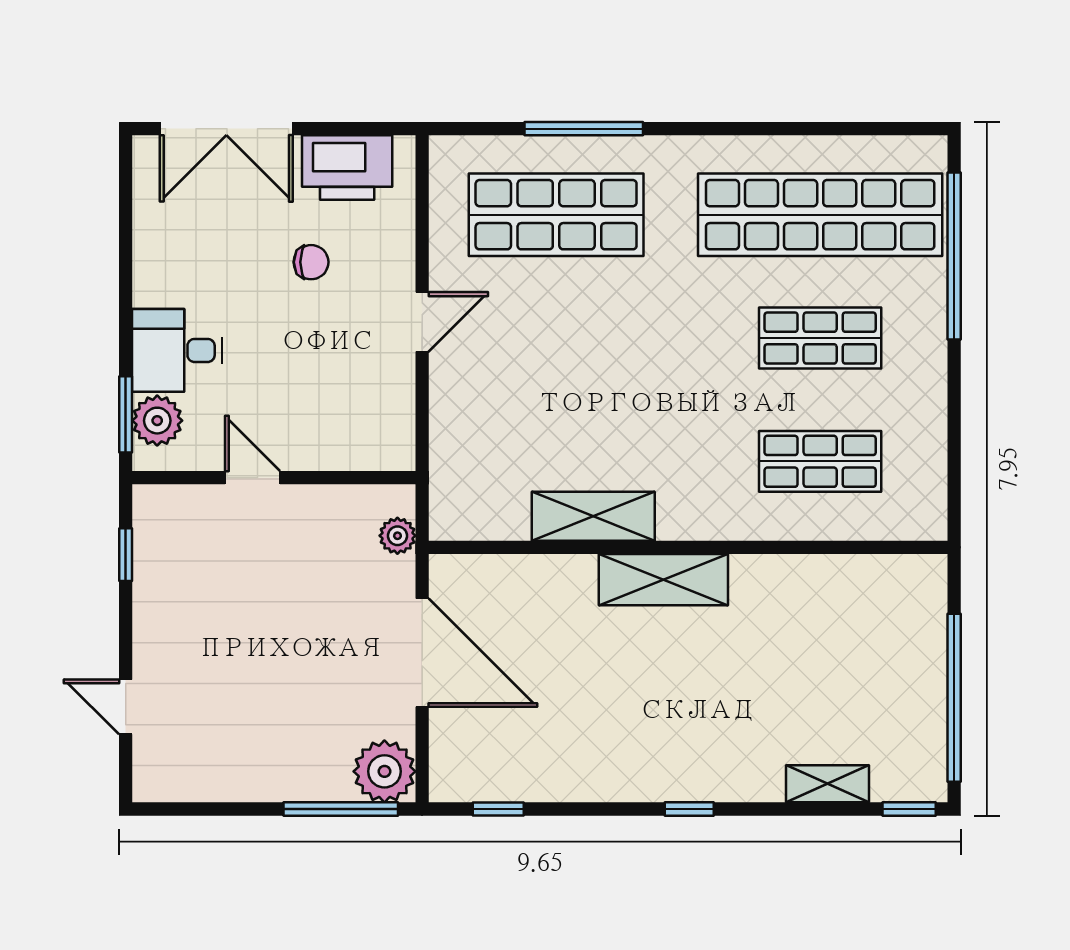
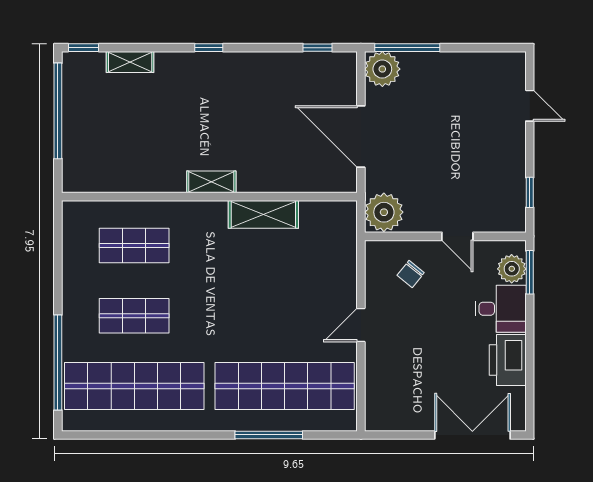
printer: (347, 168) -> (508, 360), moved, turned -90
shop shelf: (556, 215) -> (285, 386), width x1.40
chair: (311, 262) -> (411, 274), moved, turned -51
plant: (397, 536) -> (384, 212), width x1.88, depth x1.88
shelving: (663, 580) -> (211, 182), width x0.67, depth x0.75

